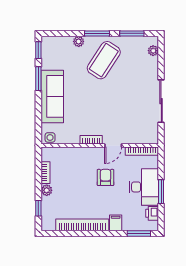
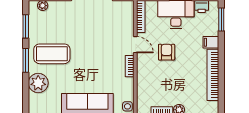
plant: (79, 41) -> (38, 83), width x1.87, depth x1.87
coffee table: (104, 60) -> (52, 54), turned -33
armchair: (106, 177) -> (167, 52), turned 90

